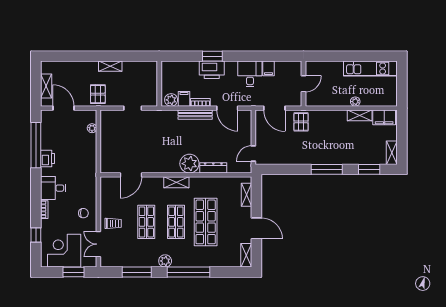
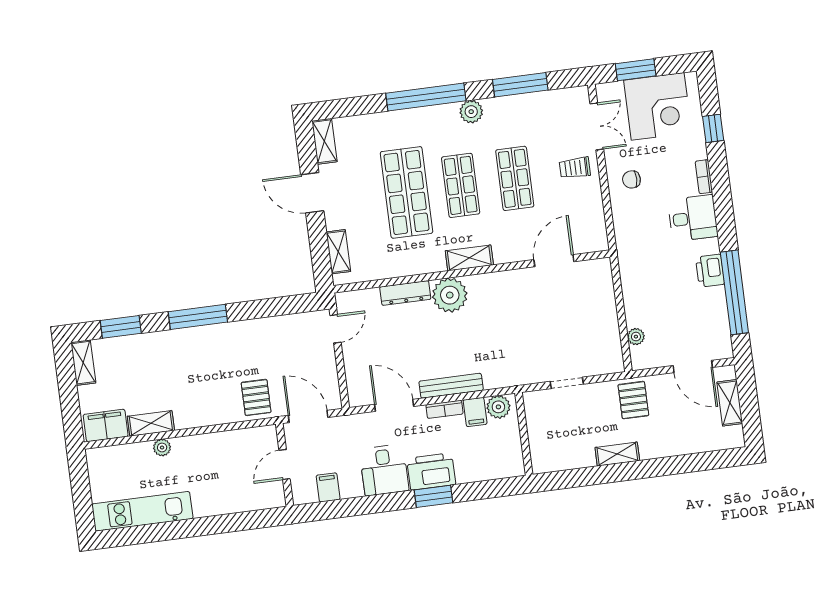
desk: (250, 74) -> (384, 470), moved
door: (304, 84) -> (285, 465), moved
wall: (304, 84) -> (285, 465), moved

